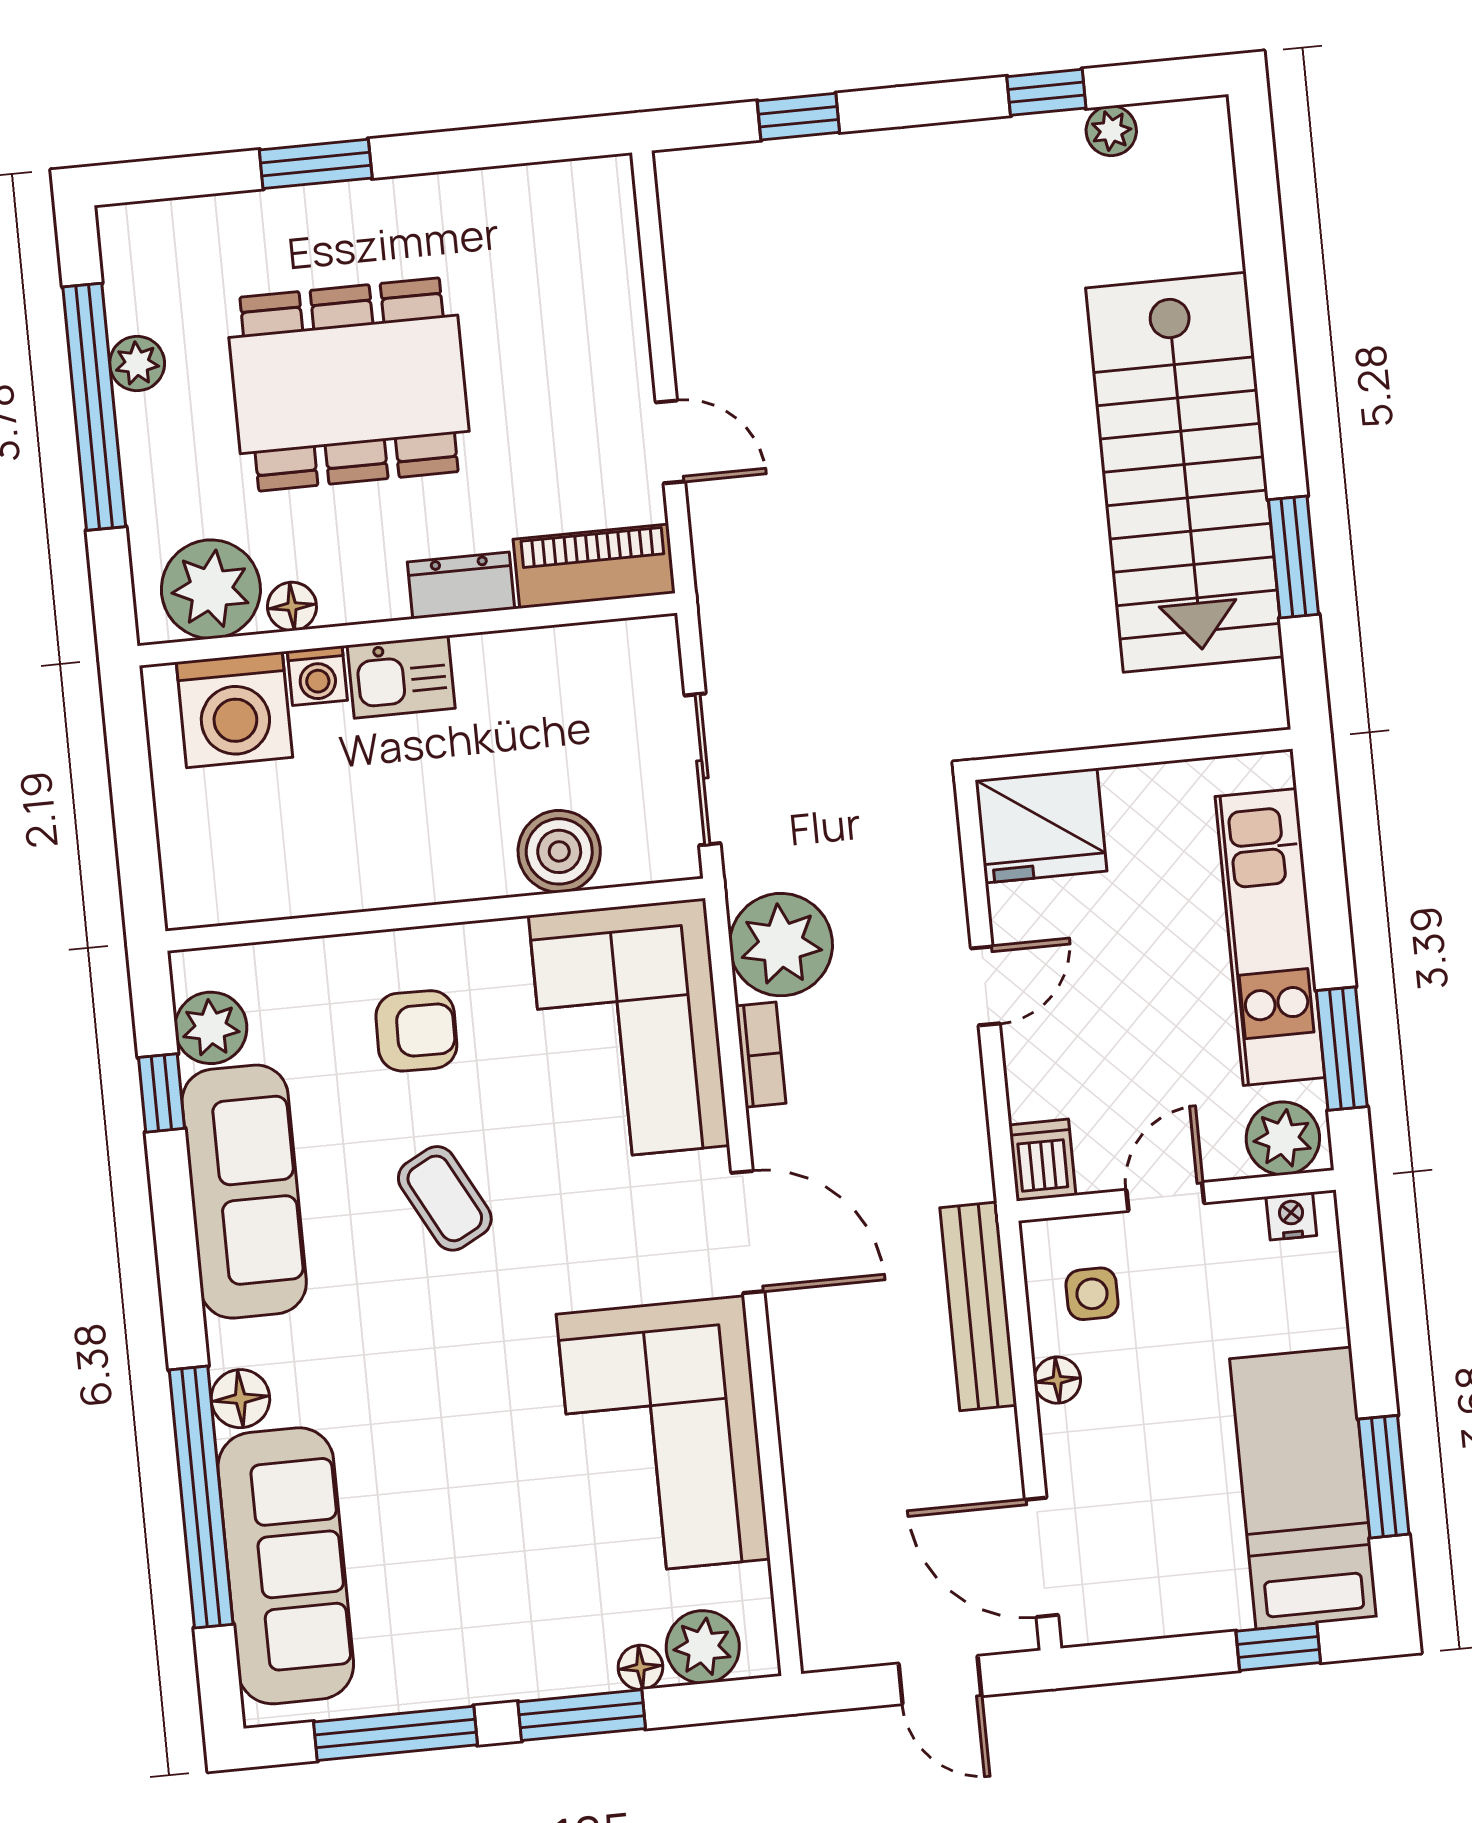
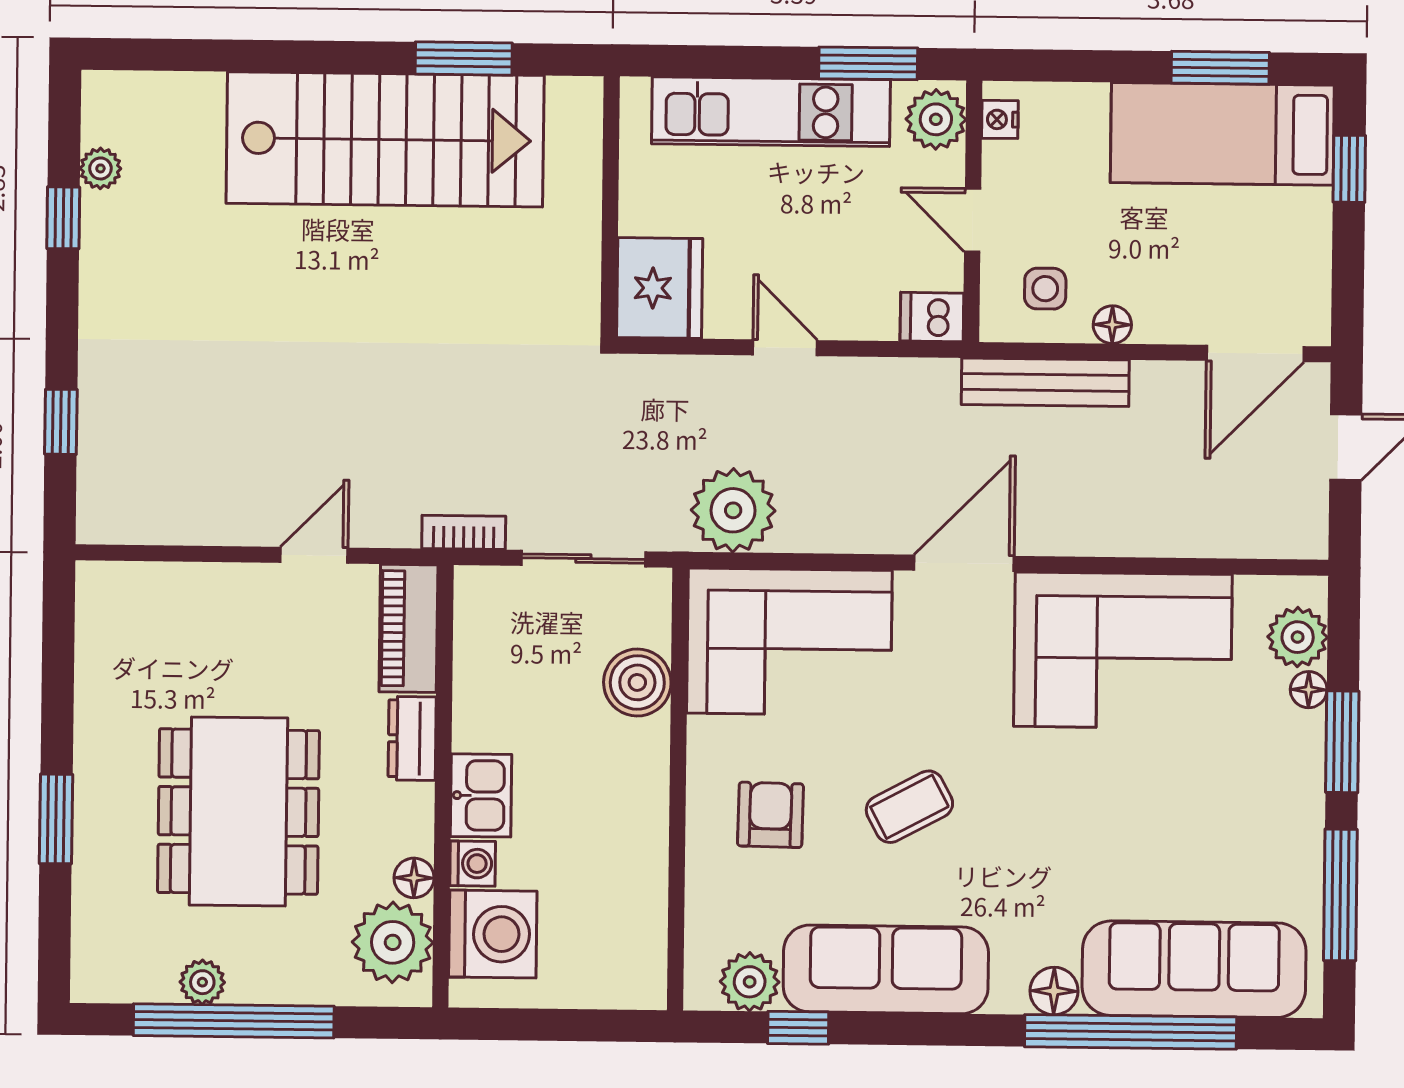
bookcase: (761, 1055) -> (464, 532), moved

